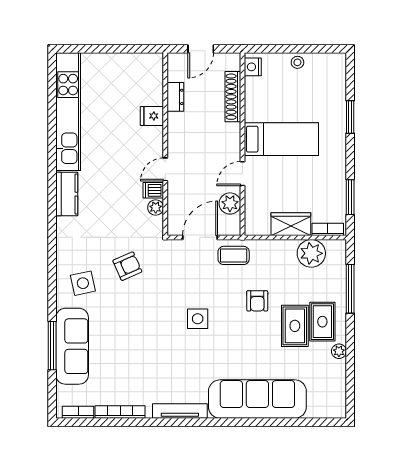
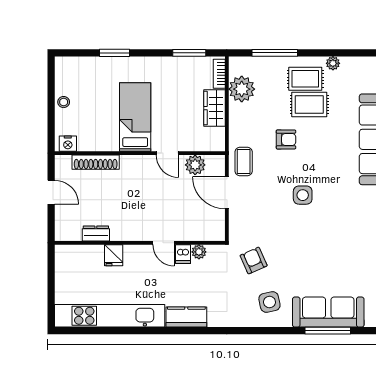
dresser: (175, 97) -> (96, 233), moved
fridge: (152, 116) -> (114, 255), moved
wall: (165, 144) -> (140, 243), moved
door: (165, 169) -> (163, 243), moved
dishwasher: (153, 190) -> (183, 254), moved
plant: (156, 207) -> (199, 252), moved

